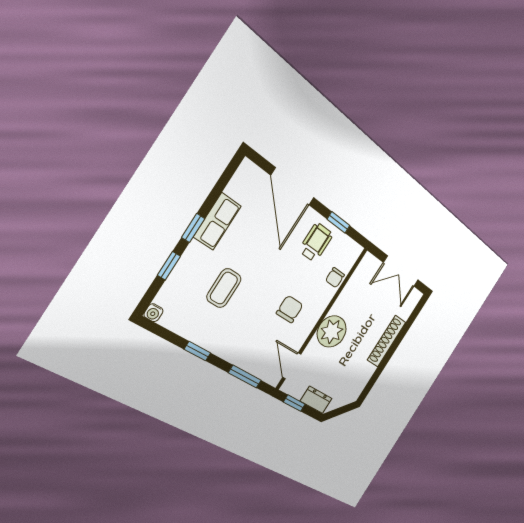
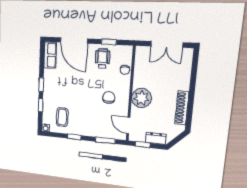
row of seats: (217, 221) -> (50, 55), moved
coffee table: (224, 288) -> (62, 117), moved
shoe rack: (387, 341) -> (182, 108), moved

